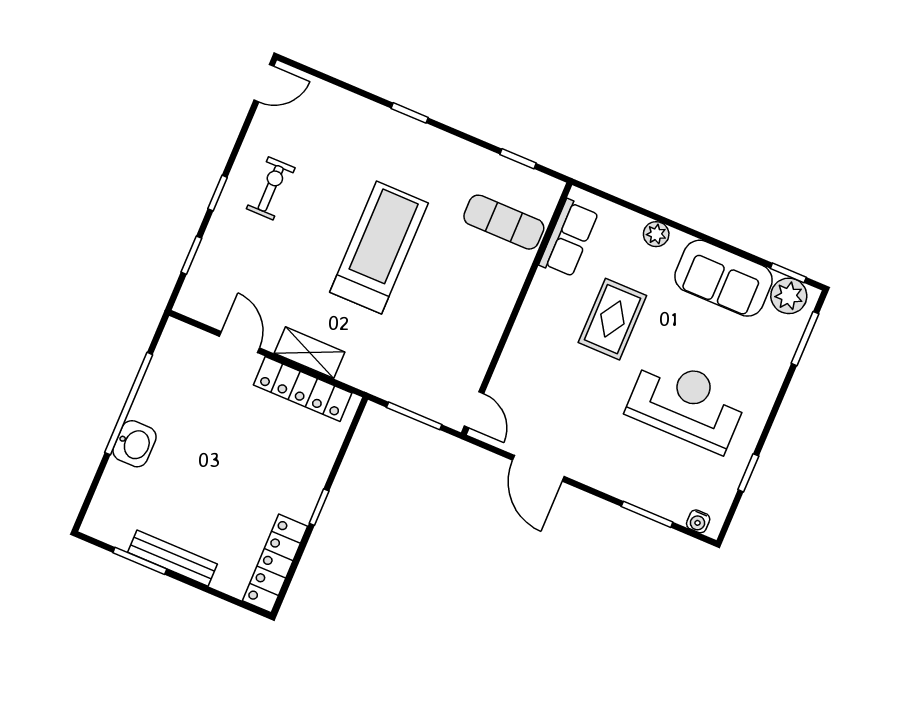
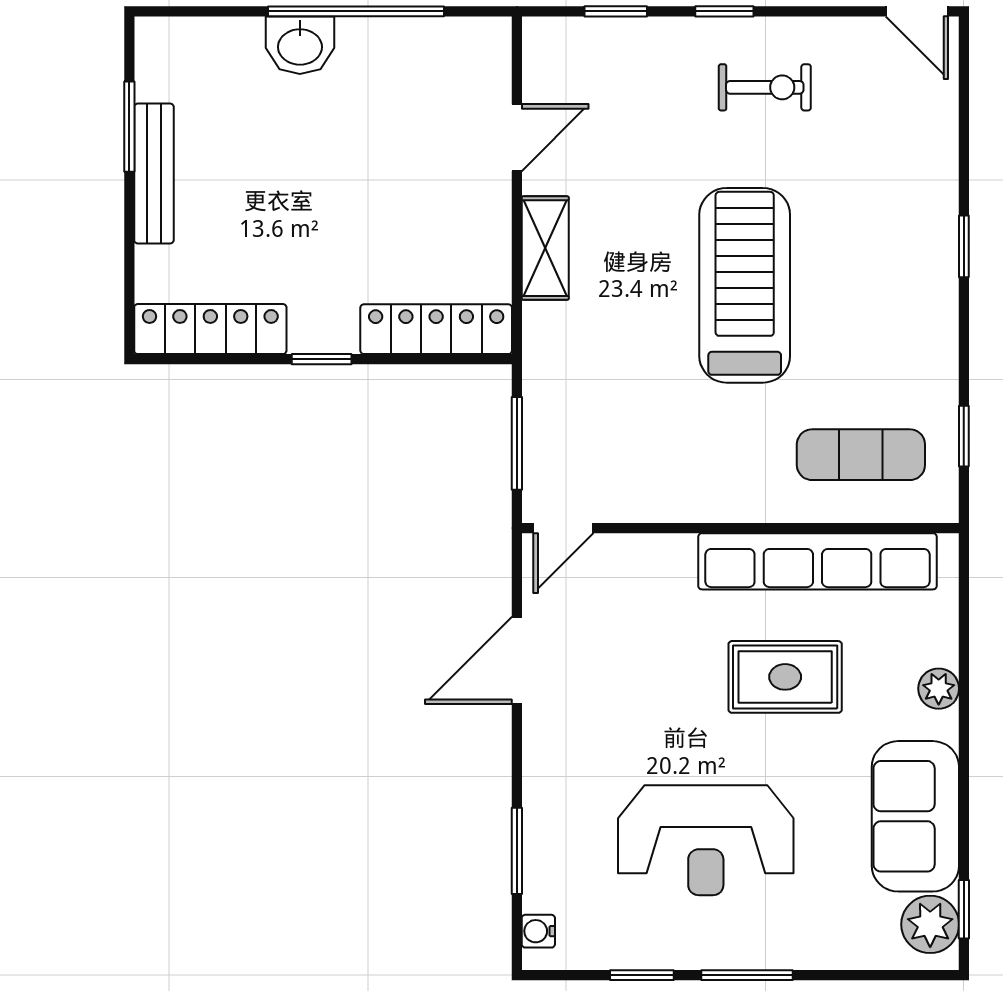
exercise mat: (504, 222) -> (861, 455), turned 90
row of seats: (569, 238) -> (817, 561), width x2.02
treadmill: (379, 248) -> (745, 285), turned -90
window: (805, 339) -> (747, 975), moved
locker: (303, 389) -> (436, 329), moved, turned 90
reception desk: (687, 404) -> (706, 840), turned 90

